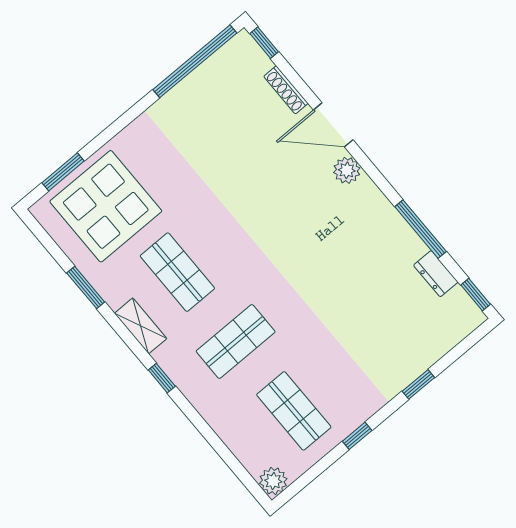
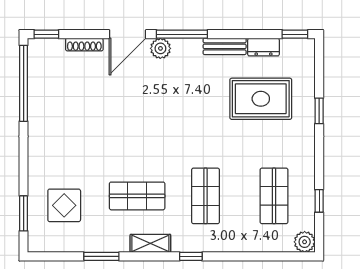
display table: (106, 206) -> (64, 205), width x0.54, depth x0.54
window: (421, 229) -> (182, 34), moved
bench: (403, 234) -> (225, 46), added
rug: (381, 315) -> (261, 99), added
shop shelf: (294, 411) -> (274, 196), turned 90
window: (357, 436) -> (319, 201), moved

